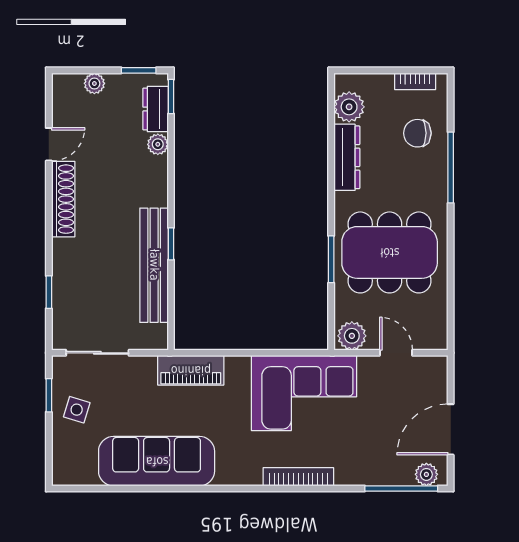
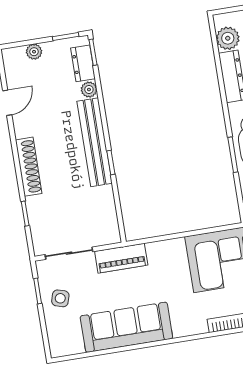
shoe rack: (63, 199) -> (29, 167), moved
bench: (154, 265) -> (95, 142), moved
piano: (191, 370) -> (121, 258), moved

